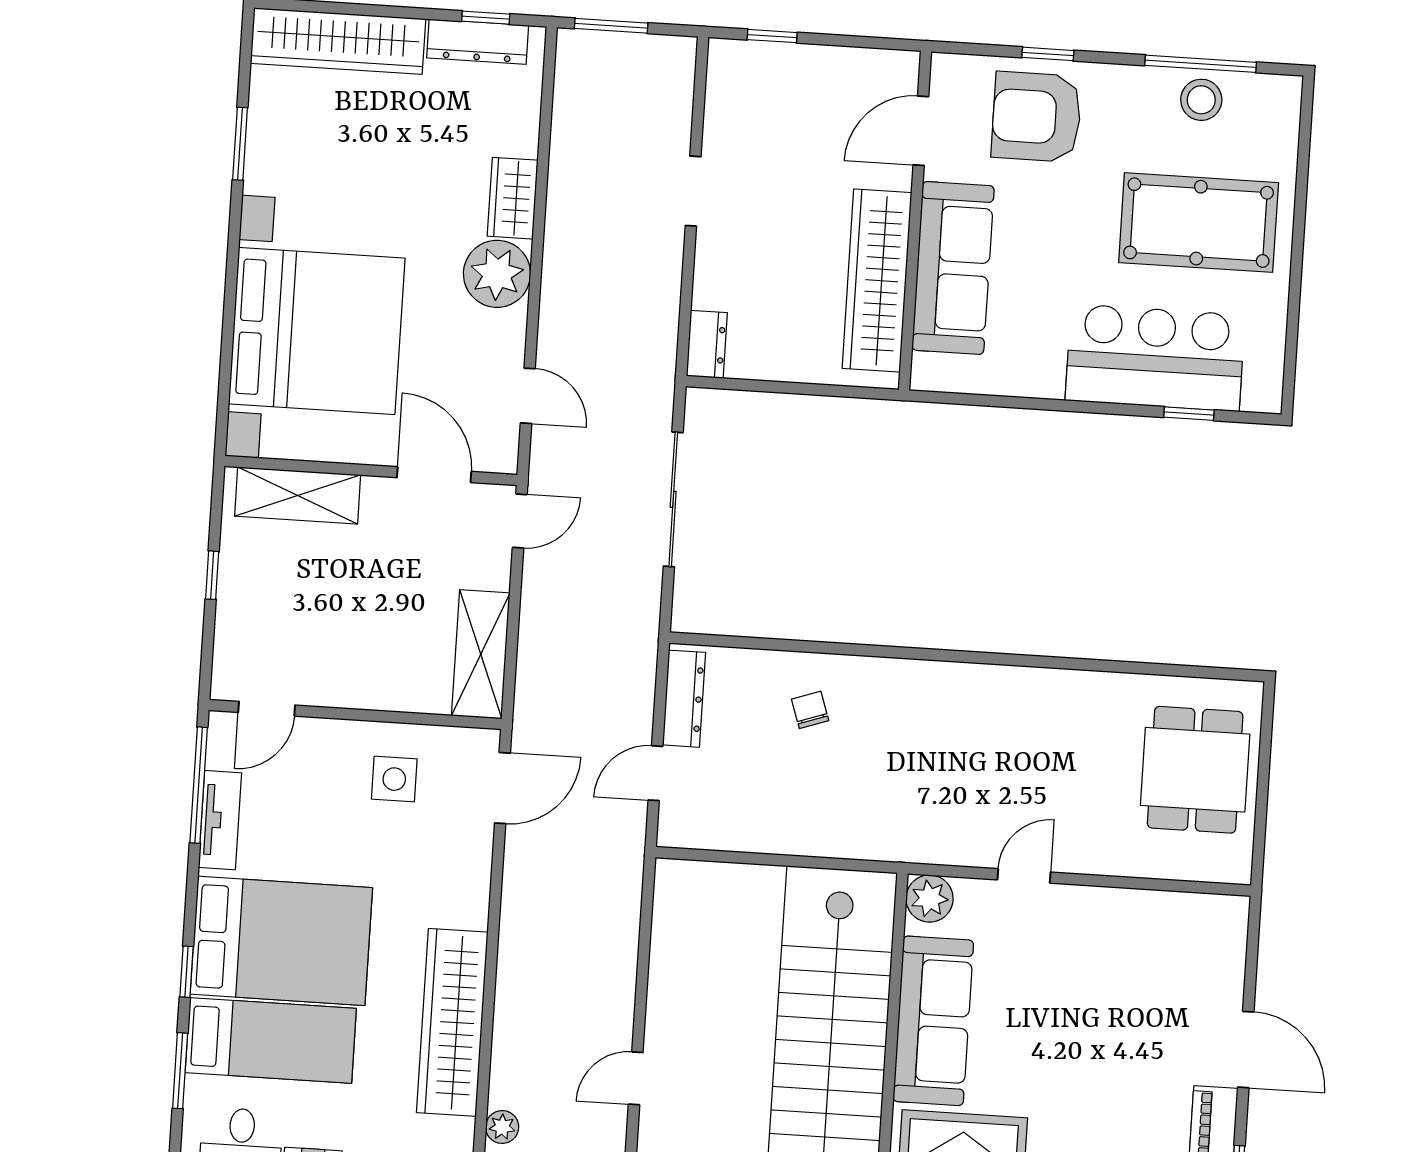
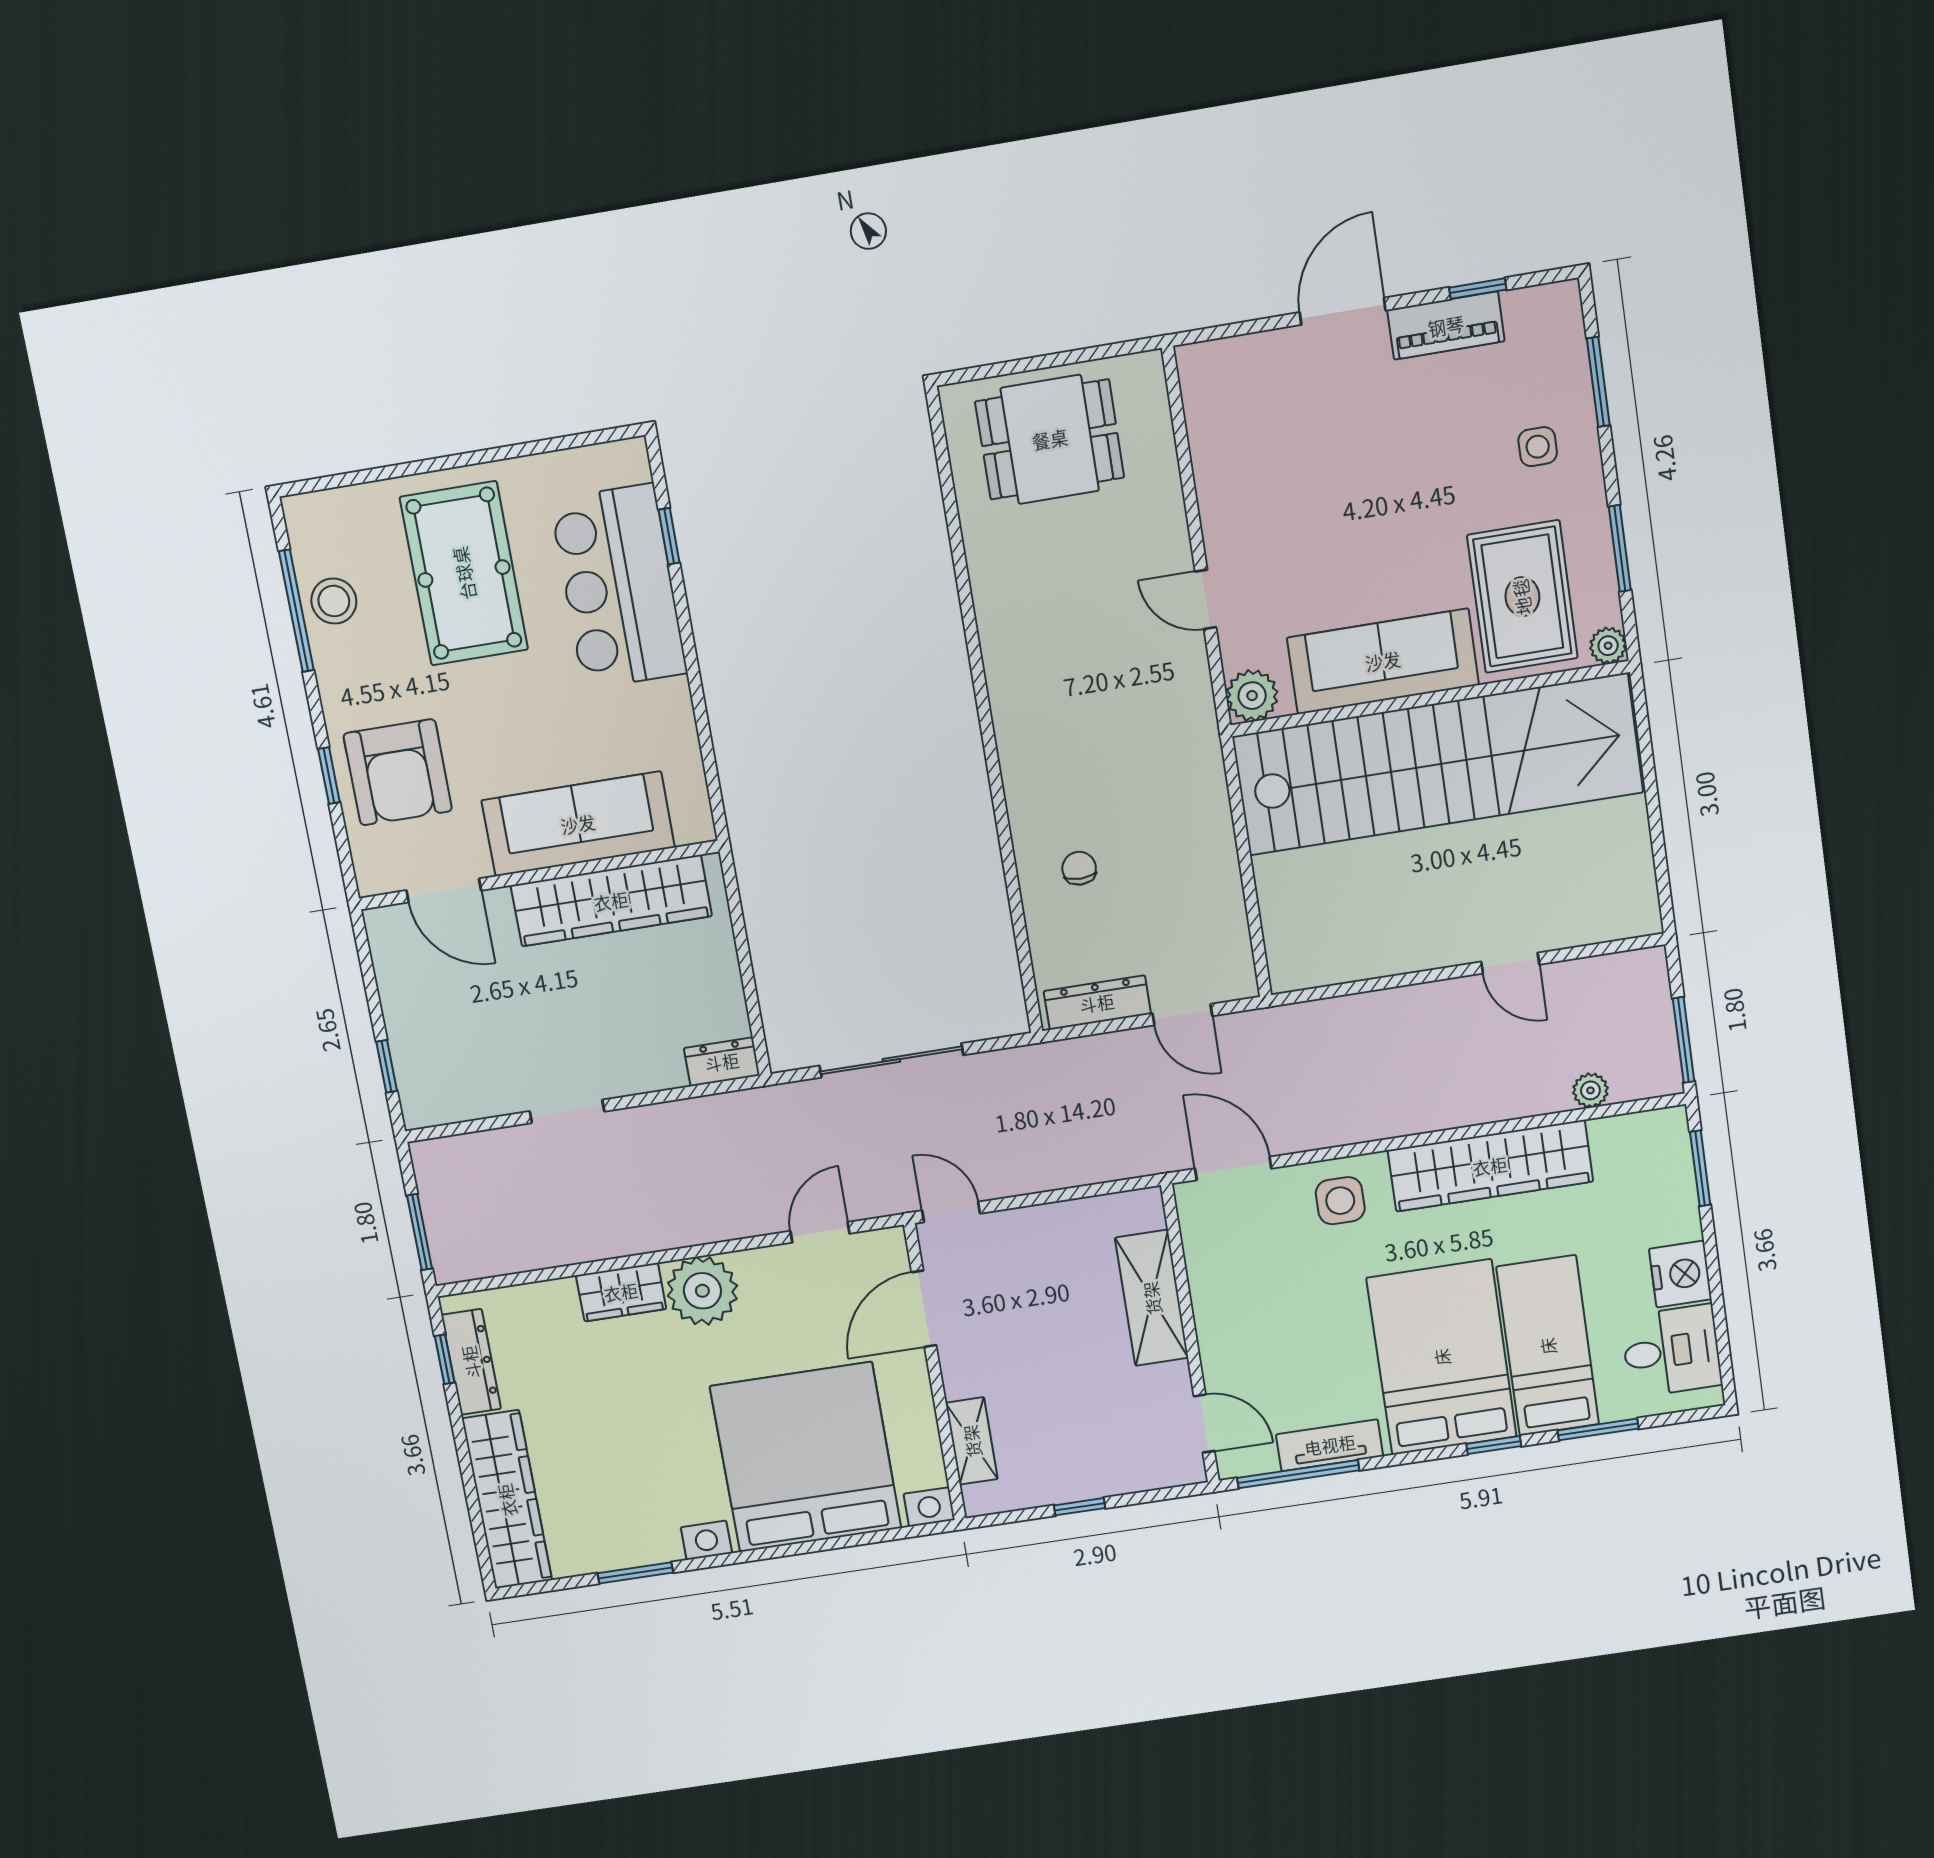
shelving: (298, 496) -> (972, 1441), width x0.67, depth x0.75
shelving: (481, 654) -> (1152, 1298), moved, turned 90
chair: (810, 710) -> (1079, 868), turned 109
side table: (394, 779) -> (1340, 1201), moved

